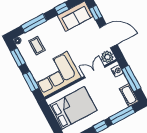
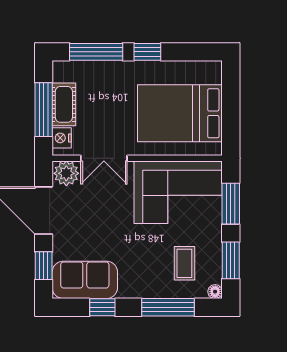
cot: (129, 95) -> (64, 104), moved

